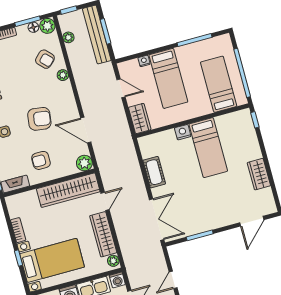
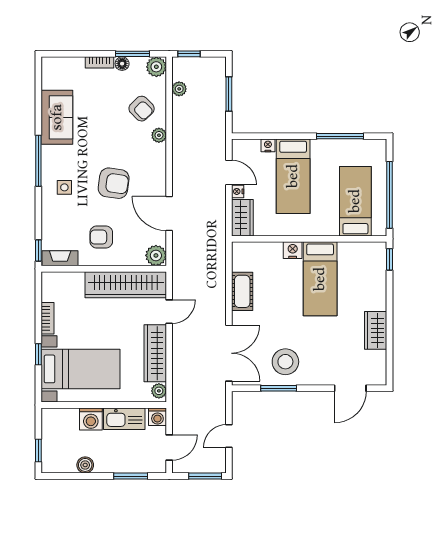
floor lamp: (33, 27) -> (122, 64), moved
bench: (97, 35) -> (217, 95), removed
nightstand: (131, 100) -> (238, 191), added
stool: (199, 215) -> (285, 362), added

